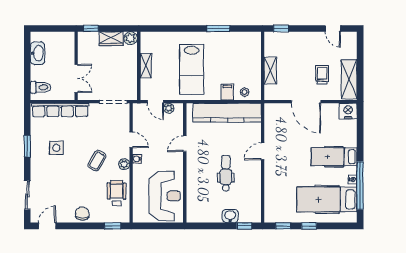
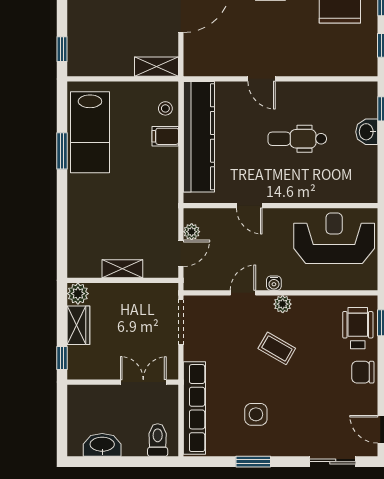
lab bench: (192, 69) -> (90, 132), moved, turned 90
shelving: (270, 71) -> (157, 67), moved
wheelchair: (117, 193) -> (358, 328), moved, turned 90

